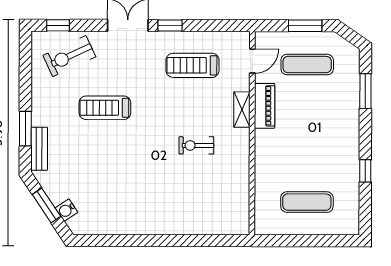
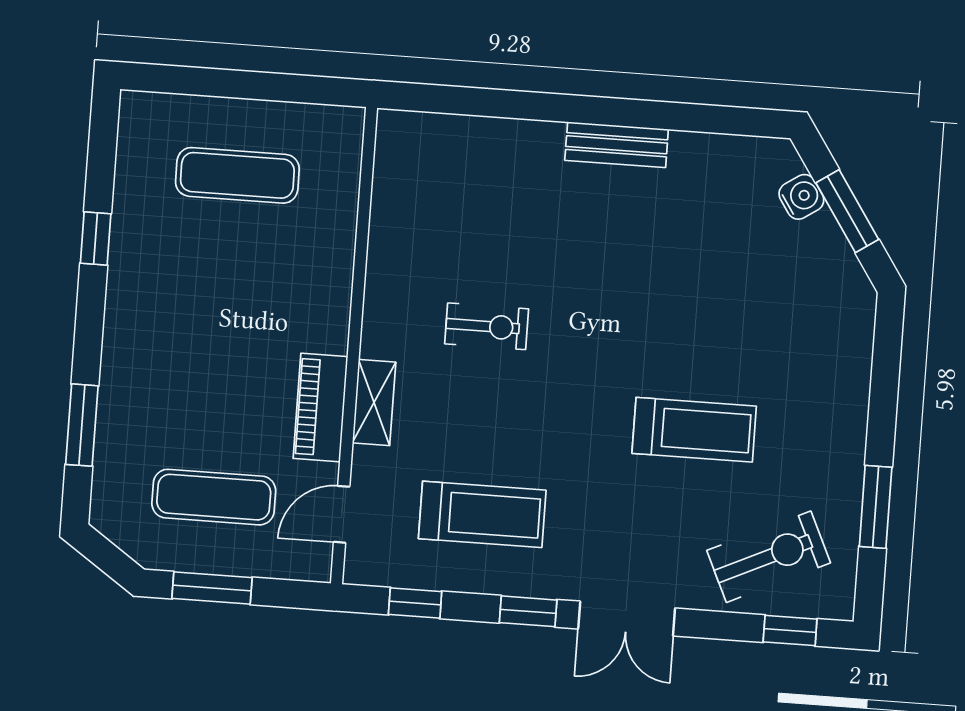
window: (218, 26) -> (415, 603), added
window: (25, 129) -> (876, 507), moved
bench: (39, 149) -> (617, 145), moved, turned 90

